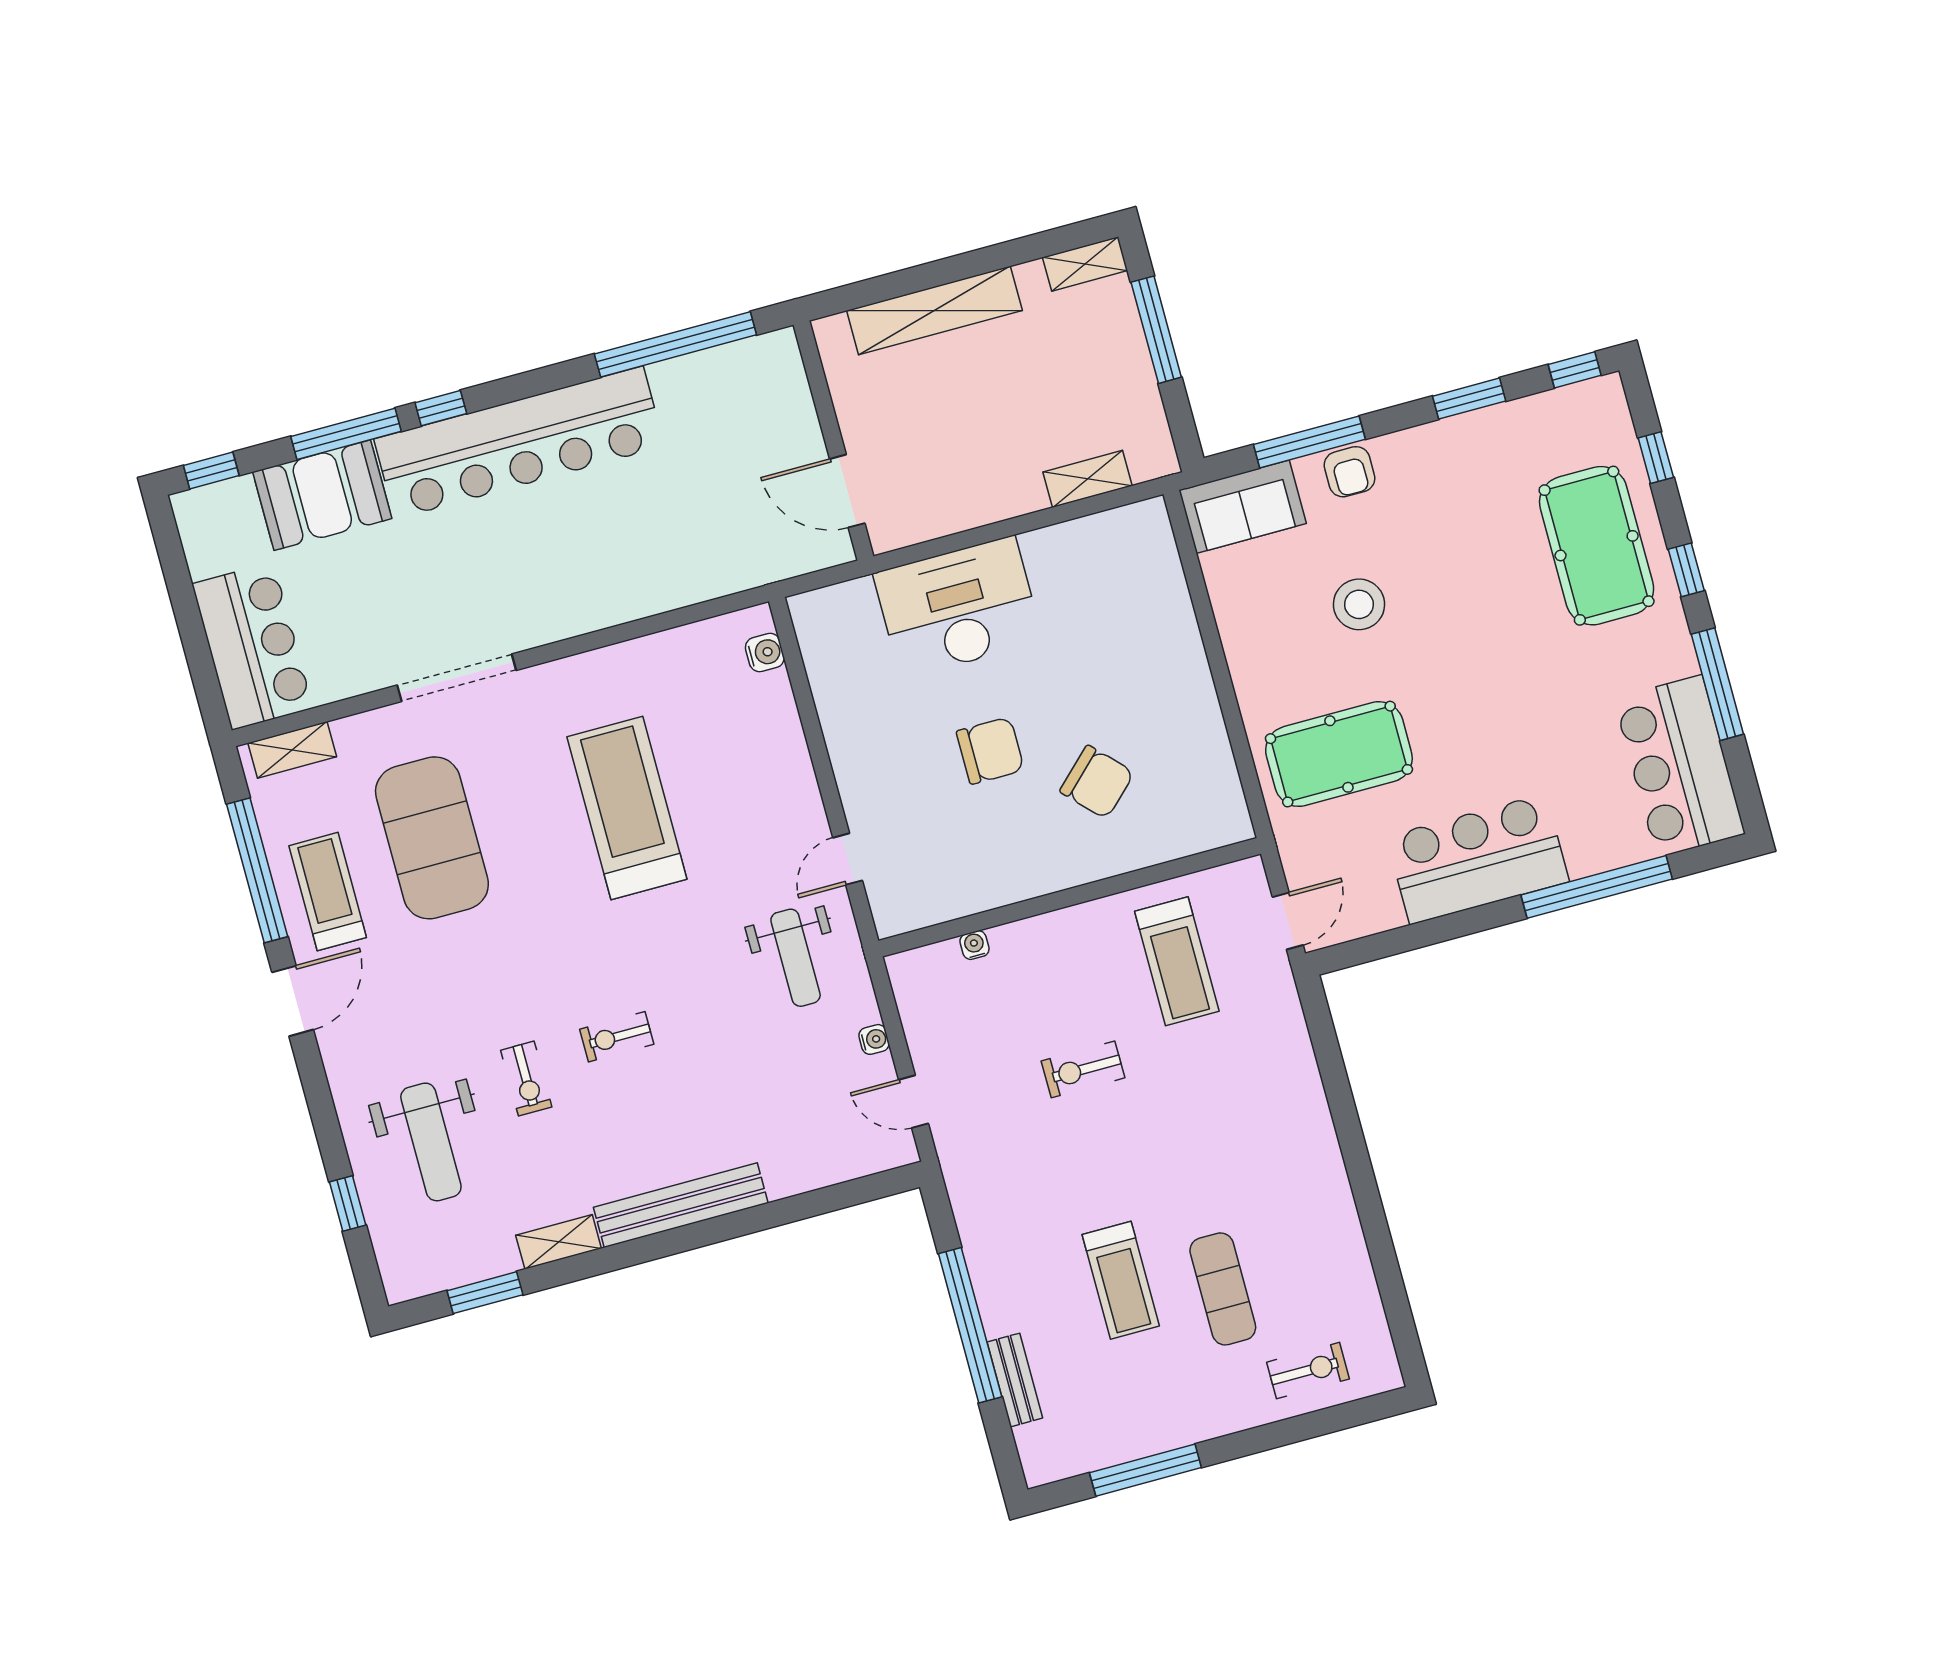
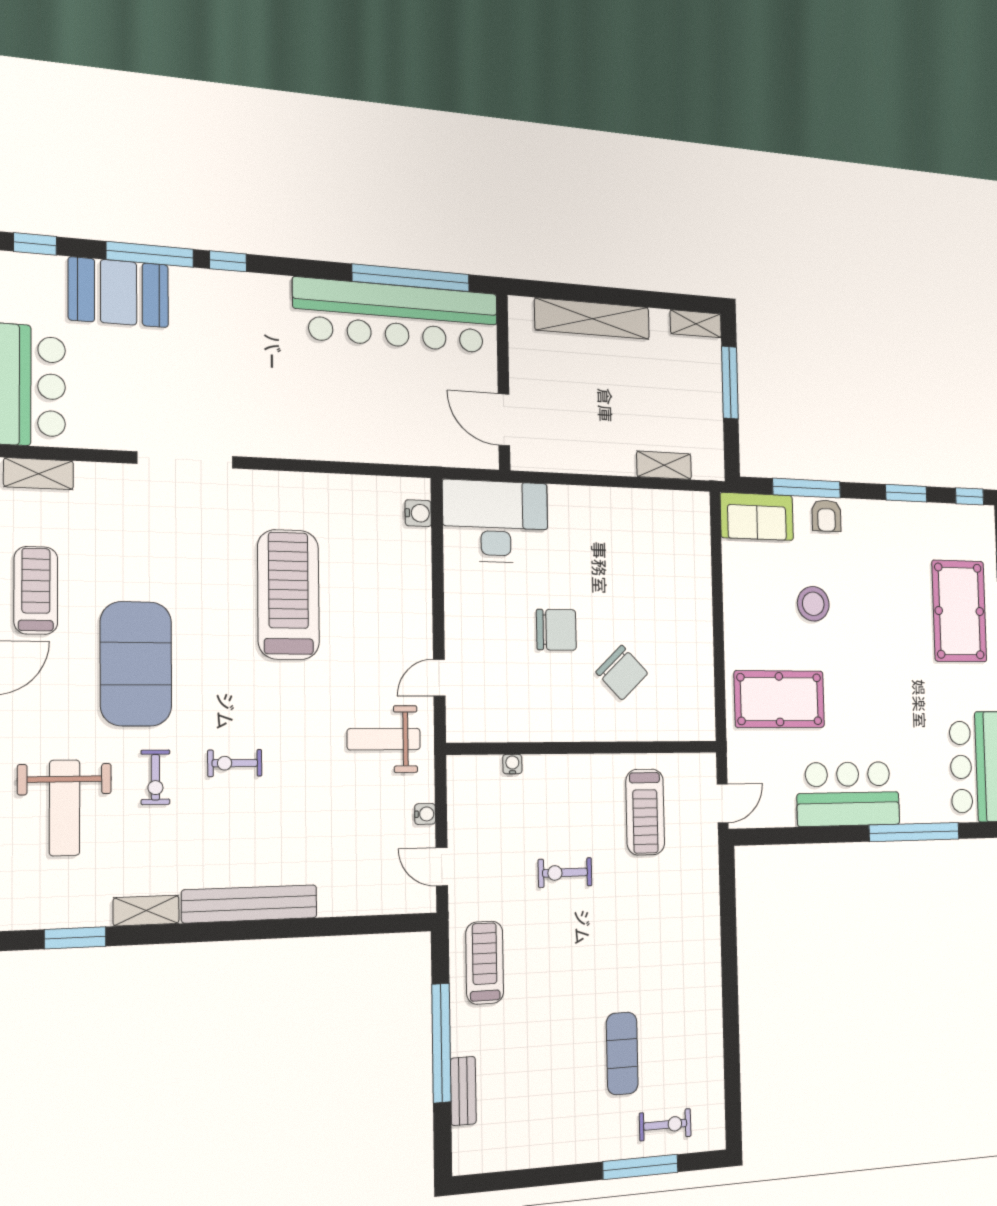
bar counter: (519, 443) -> (397, 316), moved
desk: (958, 607) -> (496, 521), moved
exercise mat: (432, 838) -> (136, 664), moved
weight bench: (796, 958) -> (384, 739), turned 90
treadmill: (1121, 1280) -> (485, 963), moved, turned 180
window: (1145, 1470) -> (640, 1167), moved

